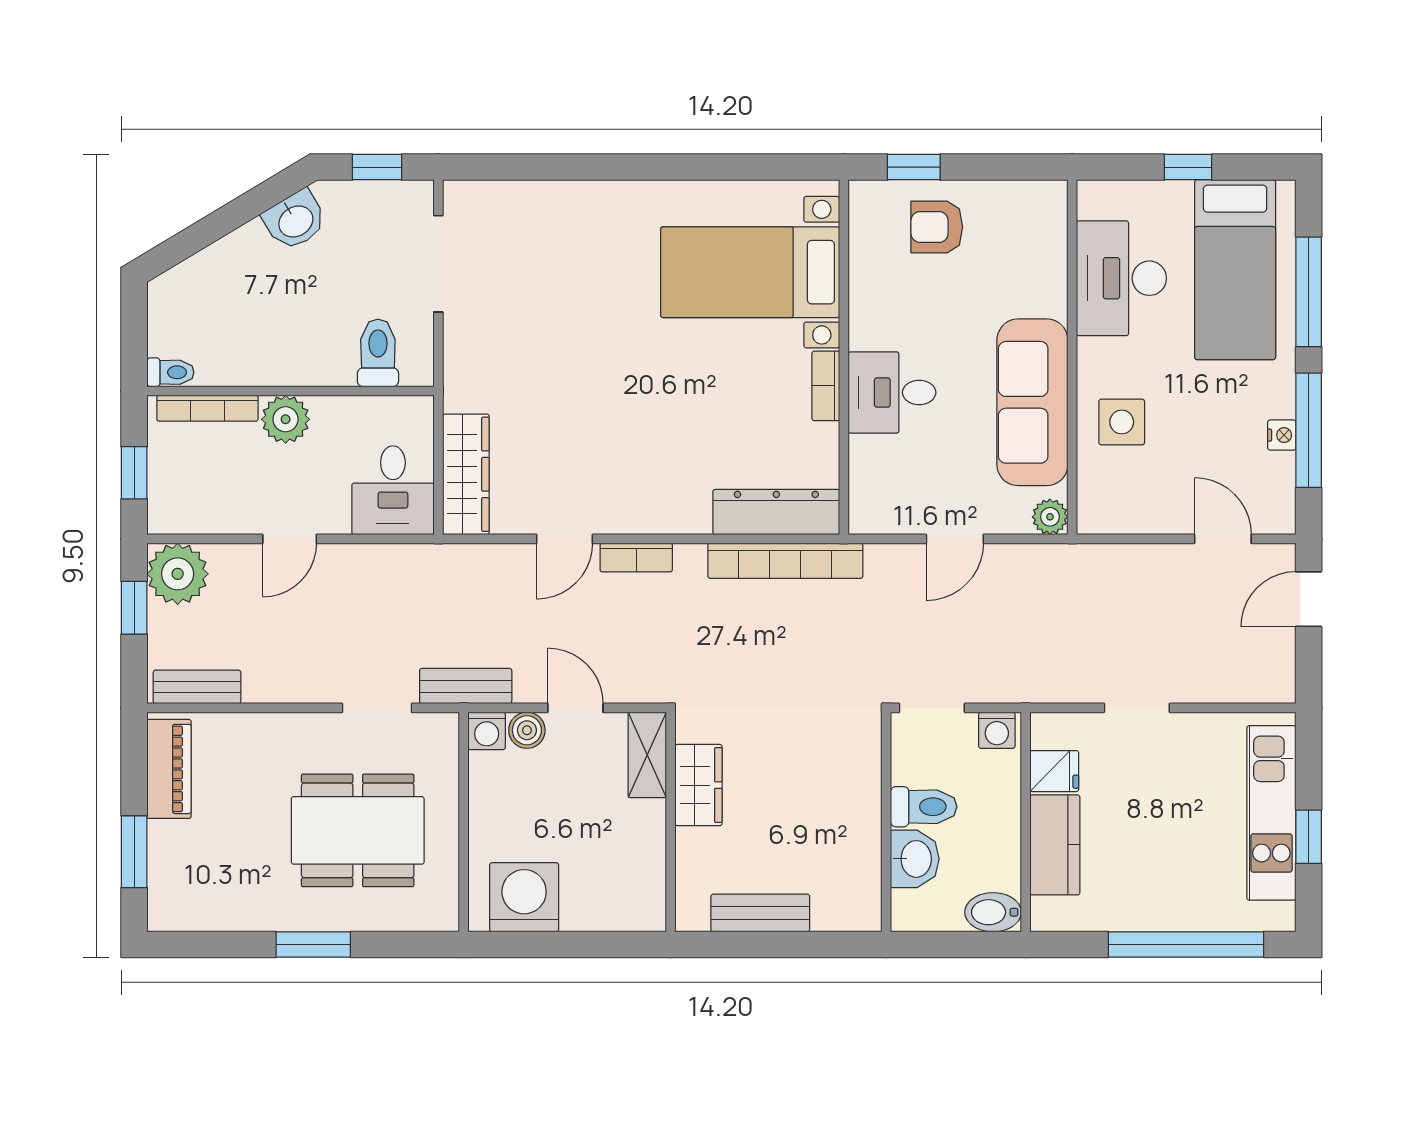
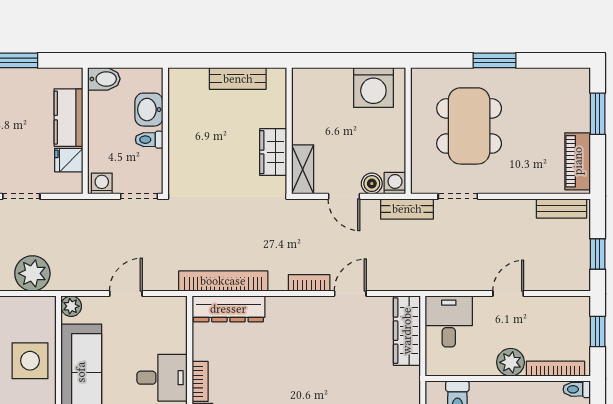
side table: (1122, 422) -> (30, 361), width x1.37, depth x1.37
plant: (178, 574) -> (32, 273), moved
toilet: (924, 807) -> (149, 140), width x0.73, depth x0.72
dining table: (358, 830) -> (469, 126), turned 90

